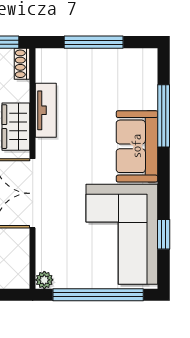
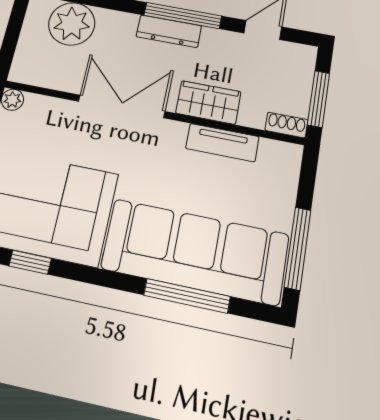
window: (94, 42) -> (298, 248), moved
sofa: (137, 146) -> (195, 252), width x1.85, depth x1.27

